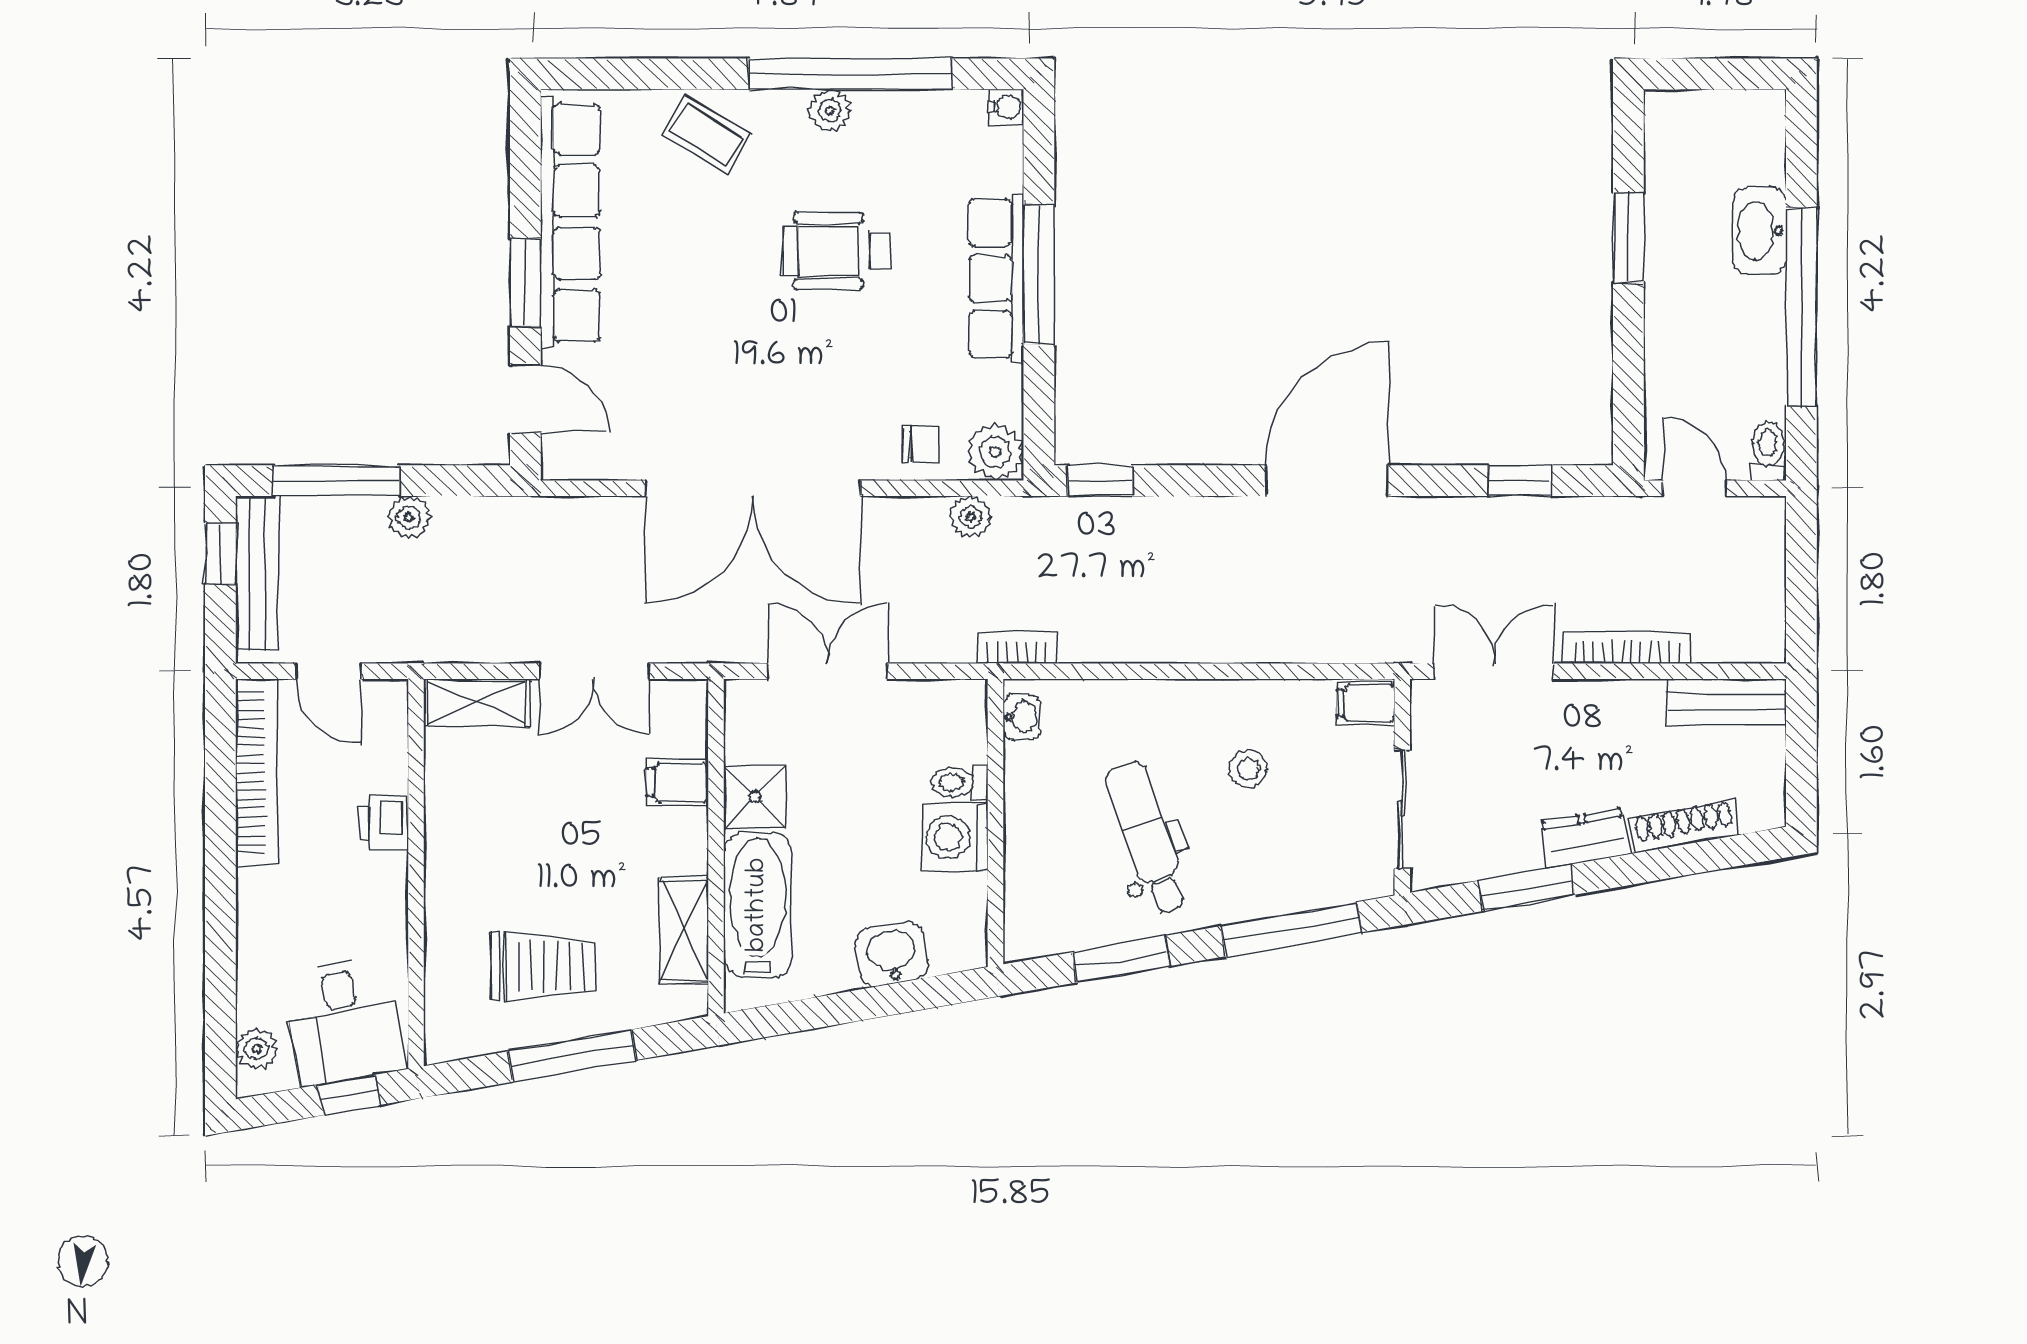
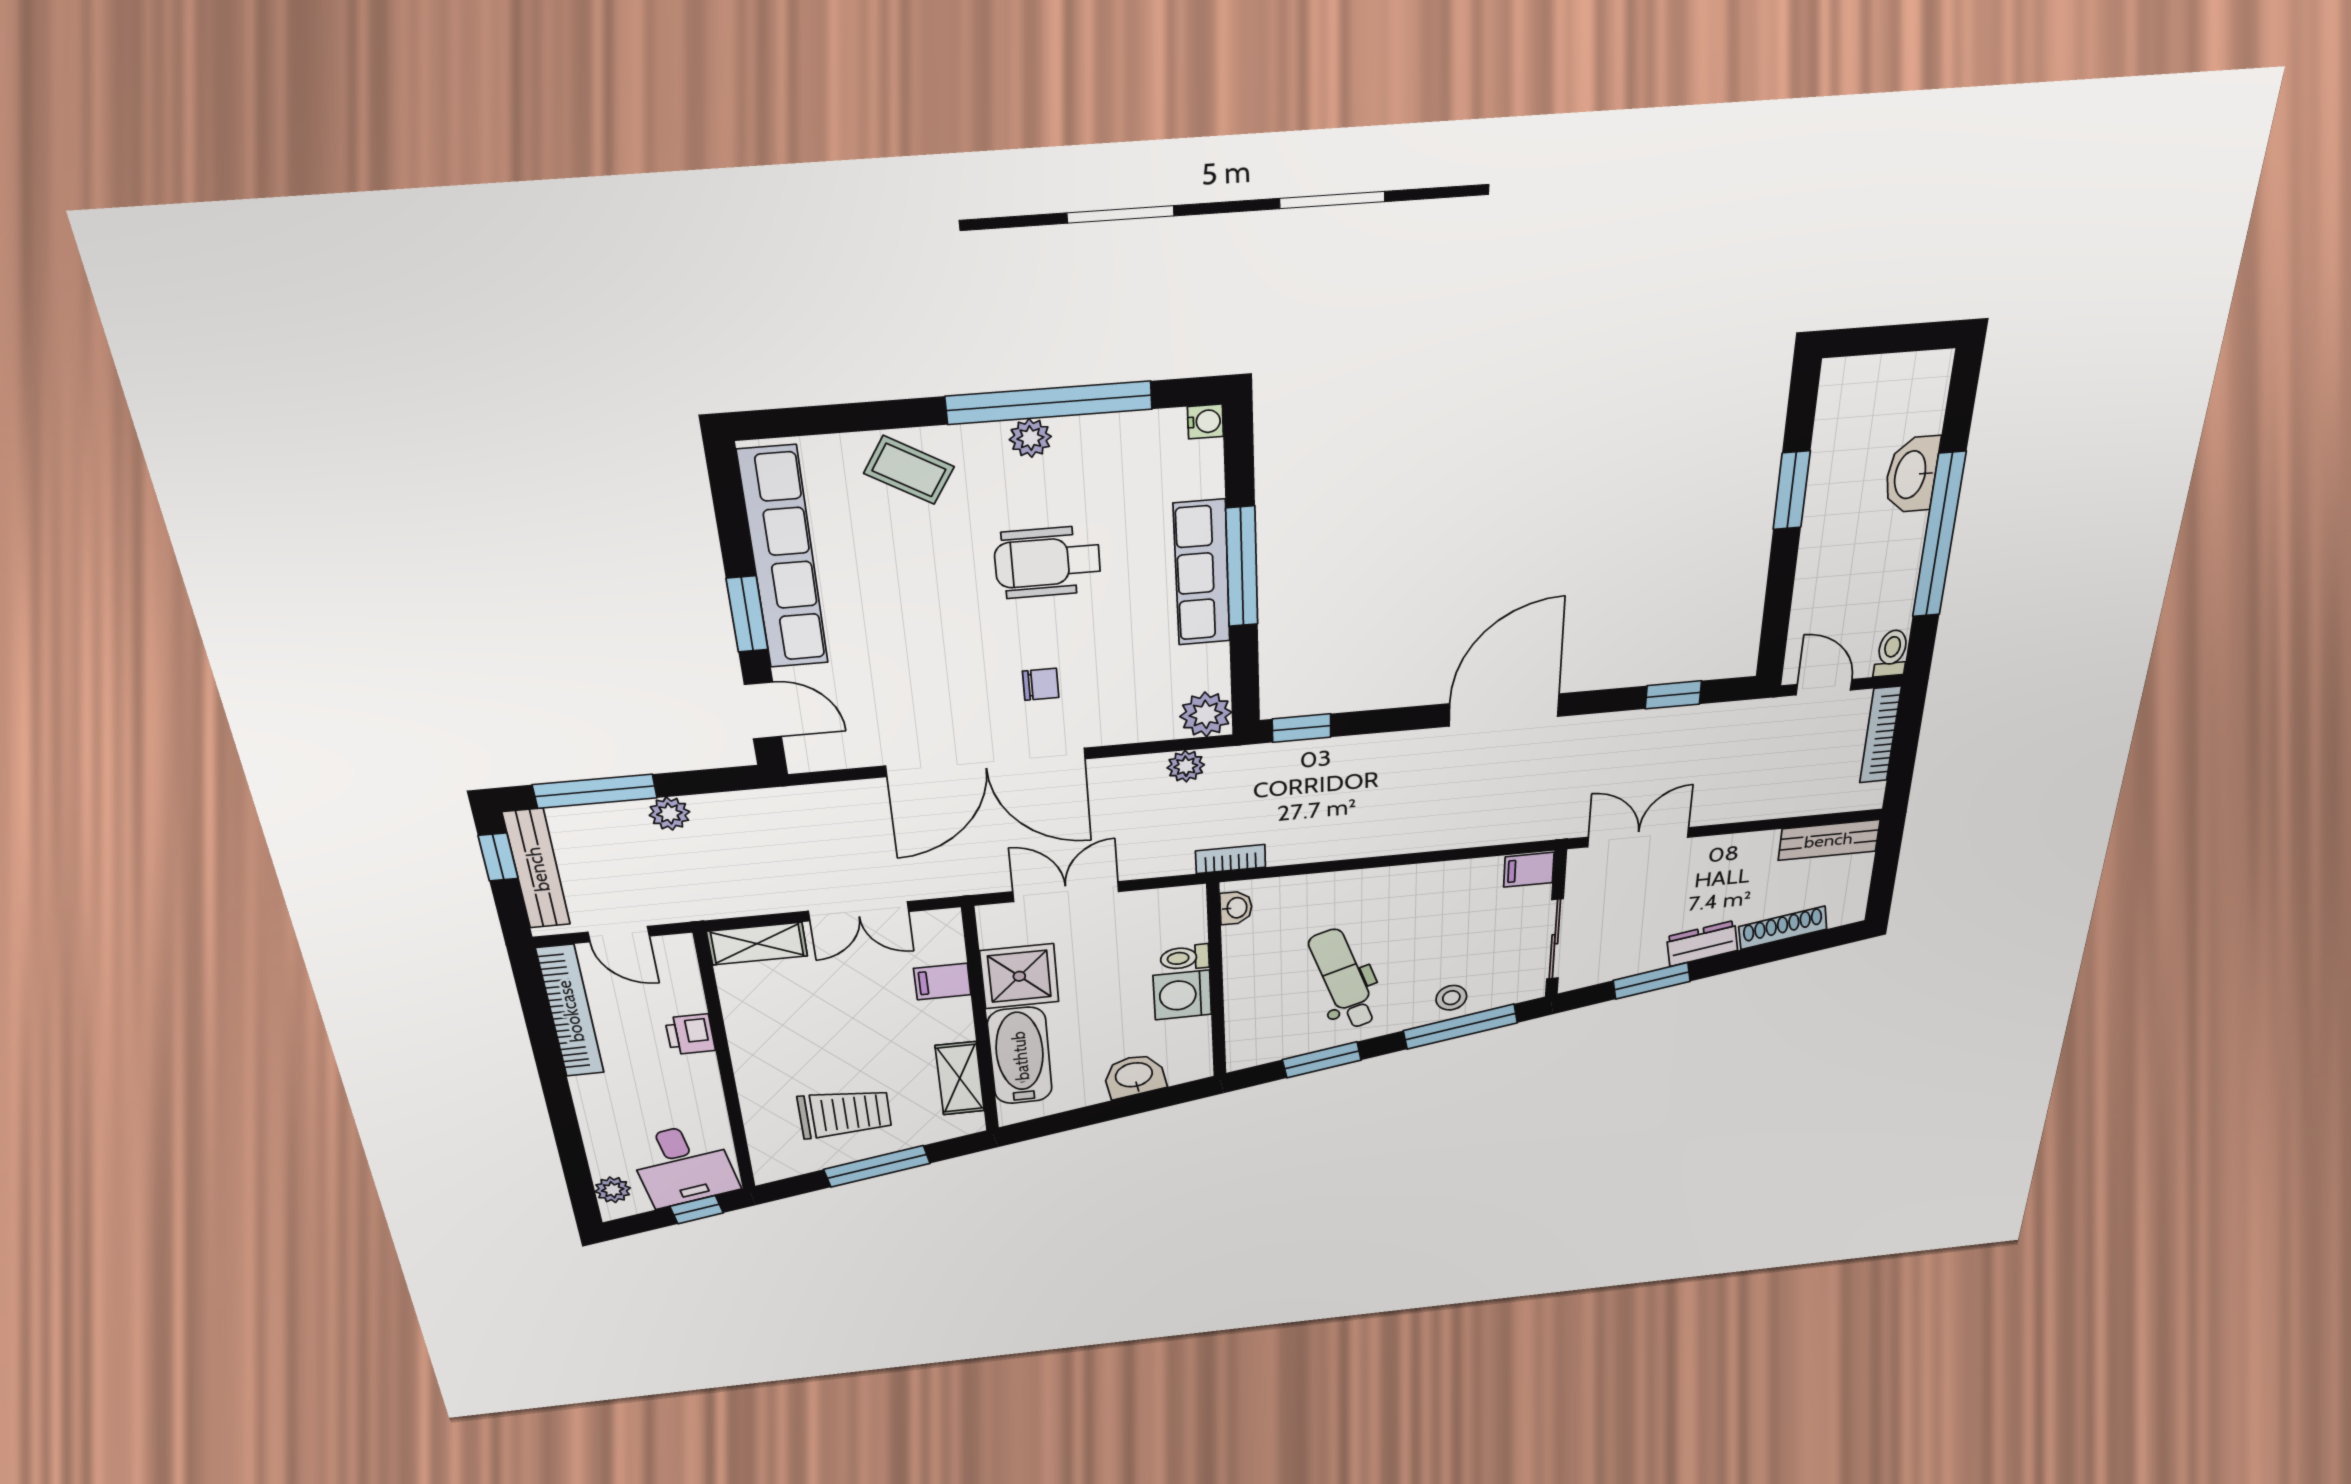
chair: (921, 444) -> (1041, 684), moved
bookcase: (1627, 647) -> (1880, 735), moved, turned -90
stool: (1248, 769) -> (1451, 998), moved
shower: (755, 797) -> (1019, 976), width x1.36, depth x1.36

